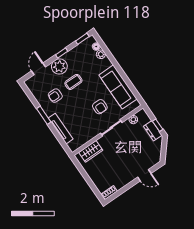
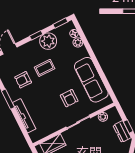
plant: (59, 66) -> (48, 41), moved

